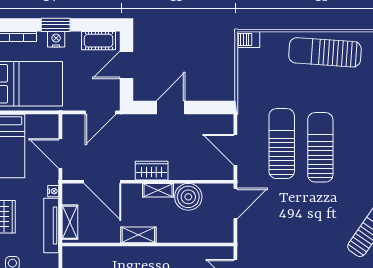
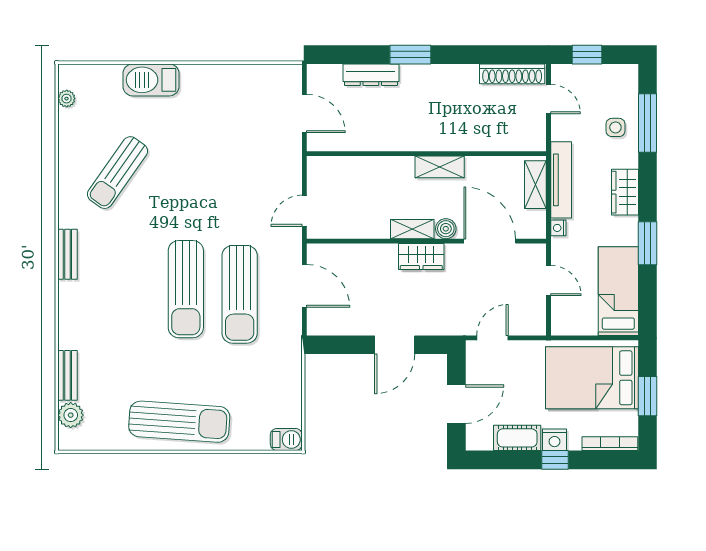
window: (56, 25) -> (555, 460), width x0.67
cot: (99, 41) -> (517, 438), moved
door: (101, 112) -> (492, 338), width x0.73
door: (60, 153) -> (548, 280), width x0.73
boiler: (188, 197) -> (446, 229), moved, width x0.54, depth x0.54
door: (235, 203) -> (304, 211), width x0.73

